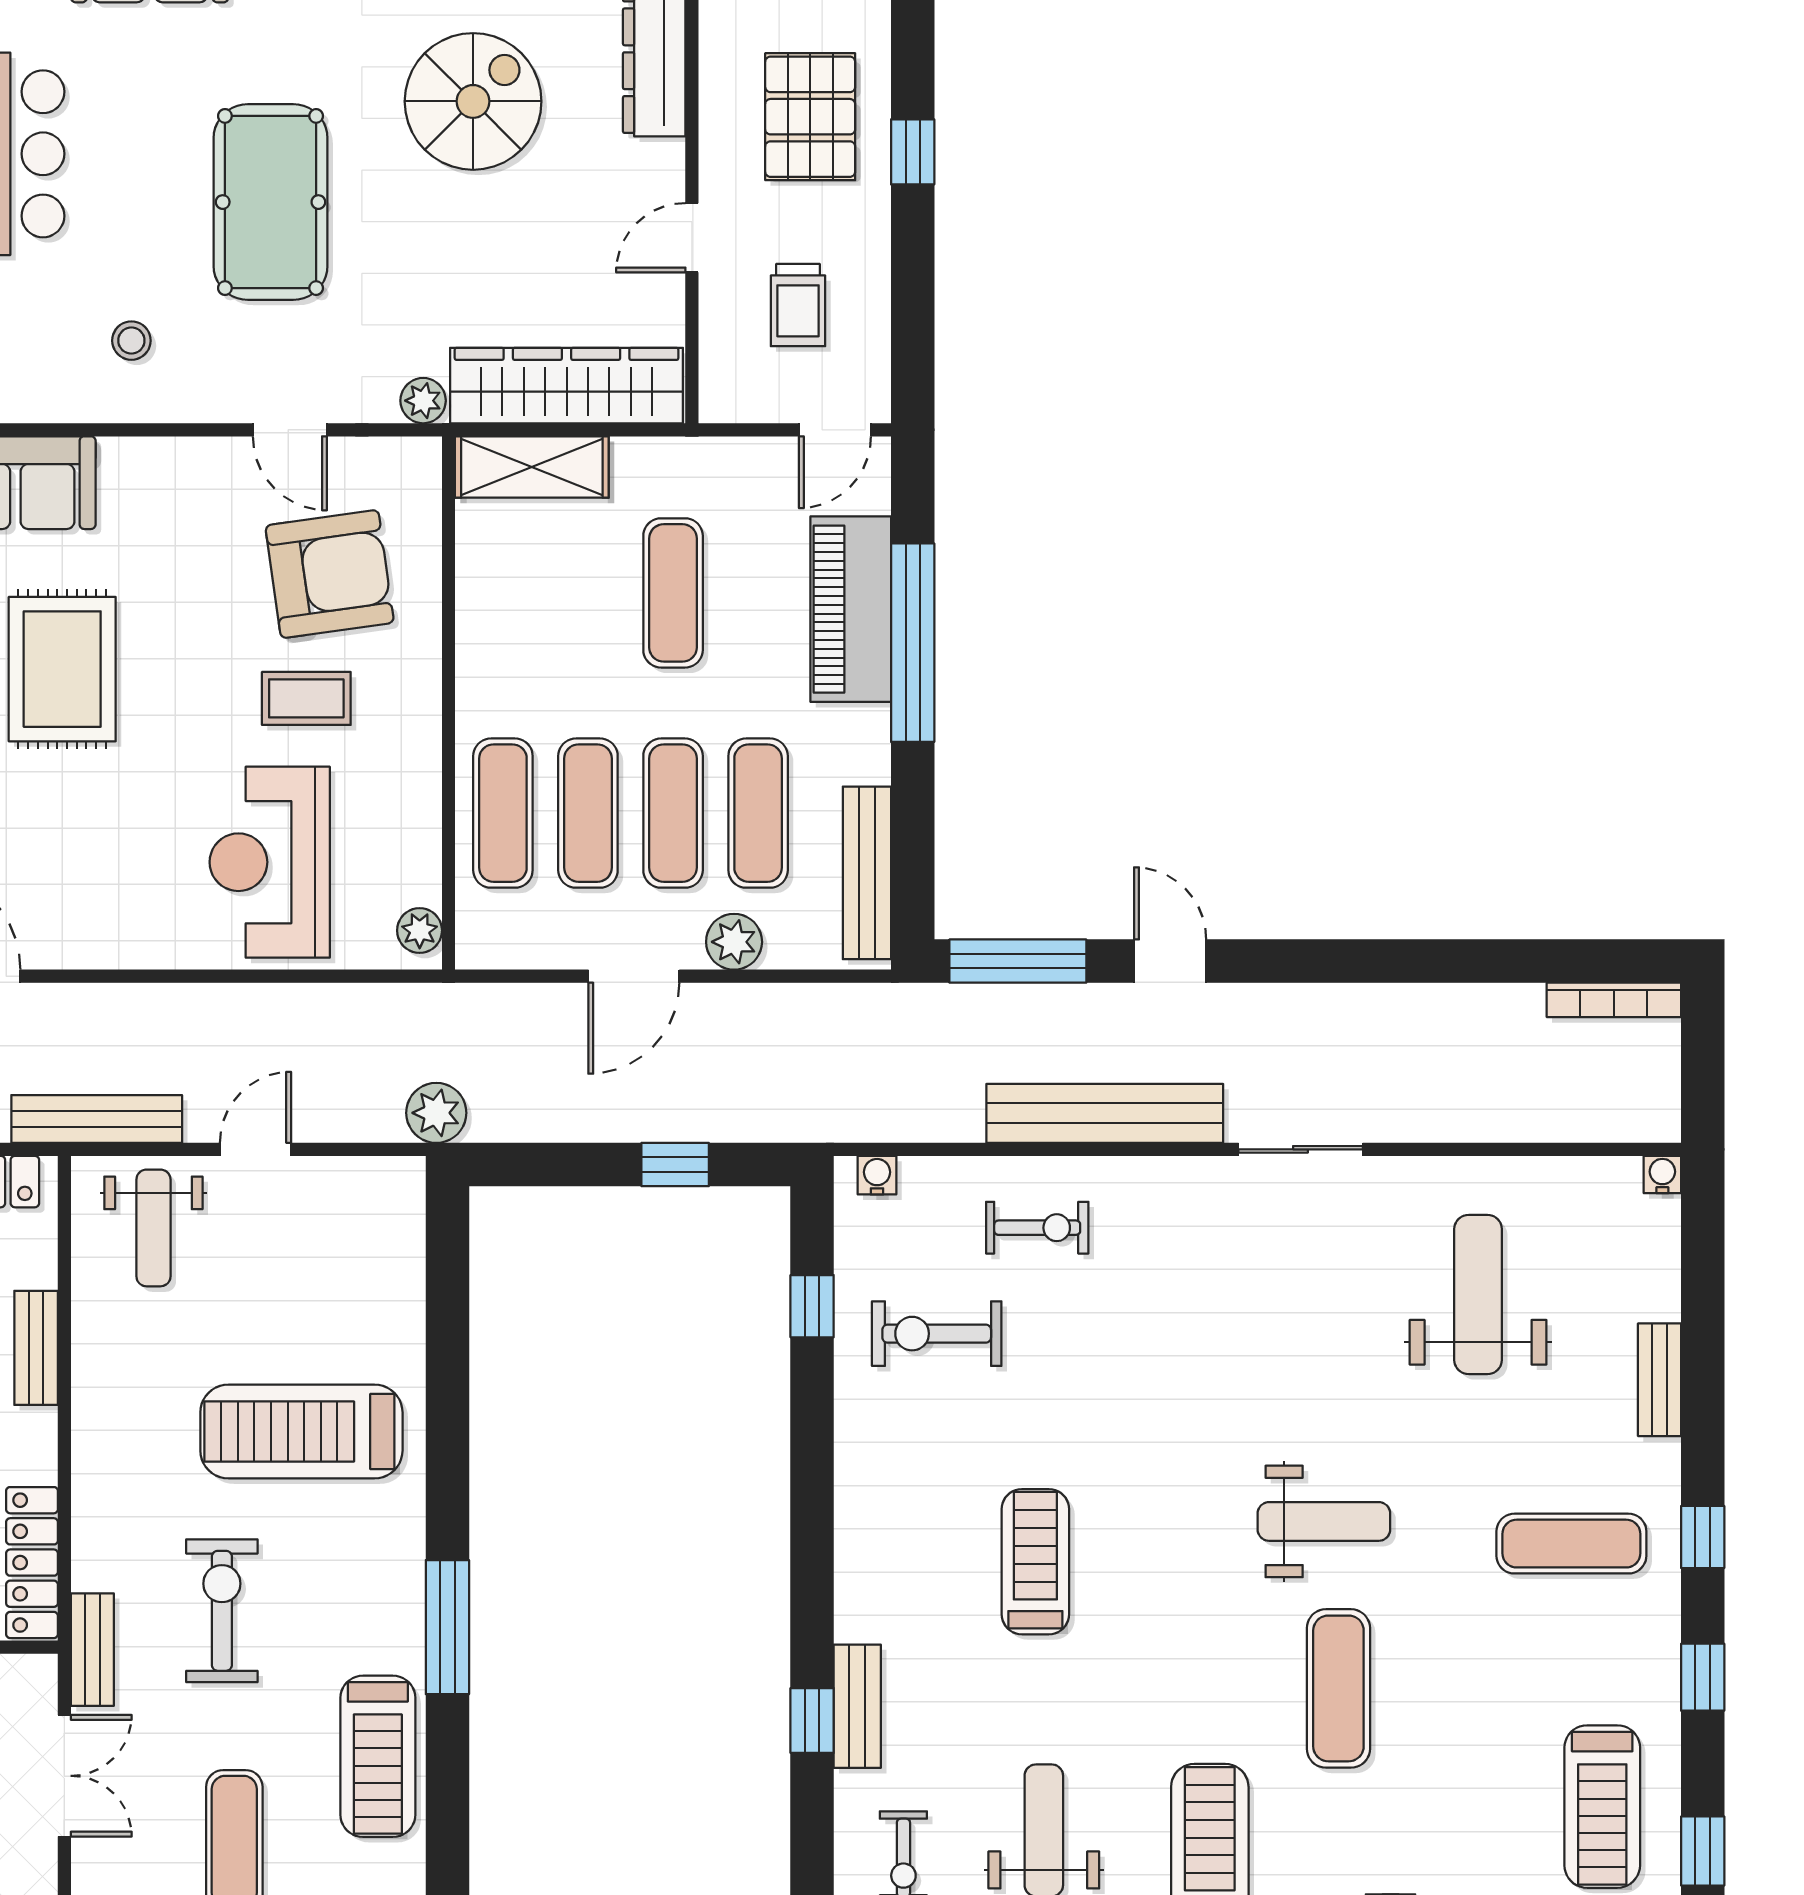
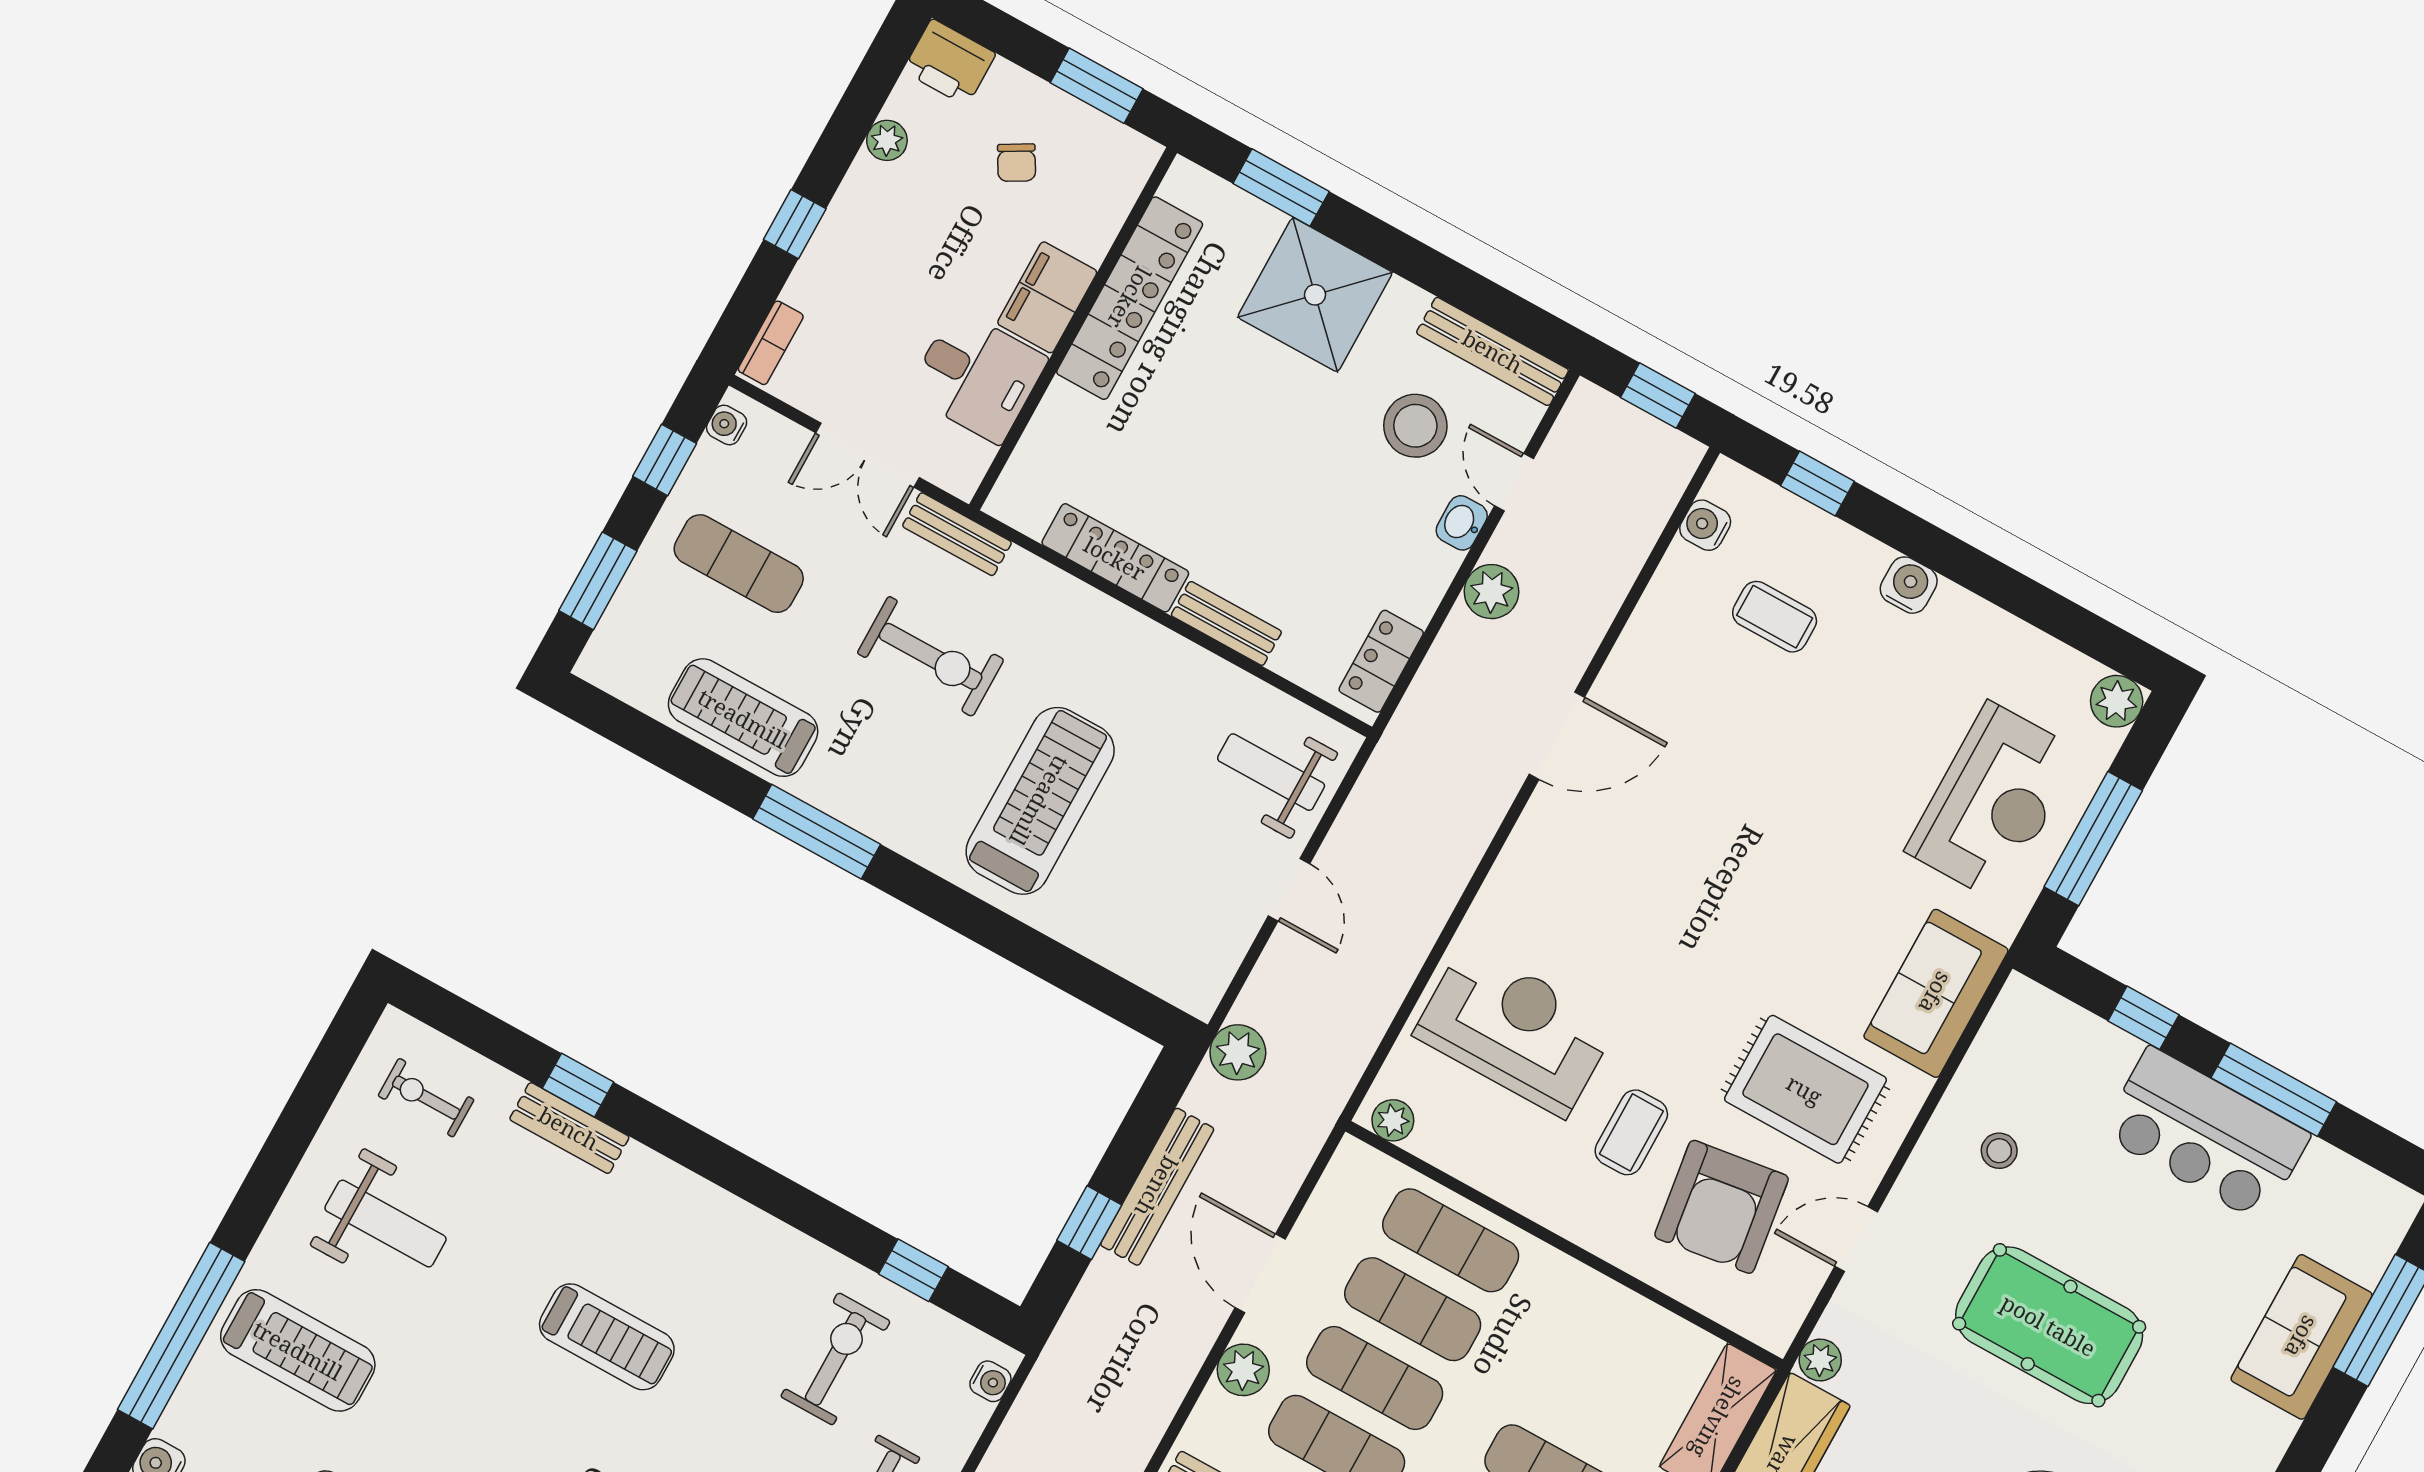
rug: (62, 669) -> (1805, 1089), moved
bench: (97, 1119) -> (1157, 1187), moved
locker: (32, 1563) -> (1115, 558), moved

